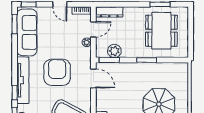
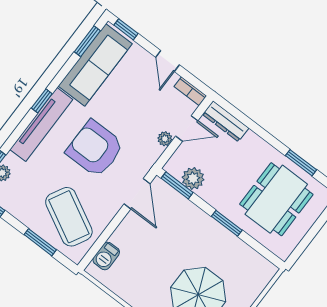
armchair: (57, 72) -> (95, 149), turned -90
window: (15, 93) -> (42, 101), moved

